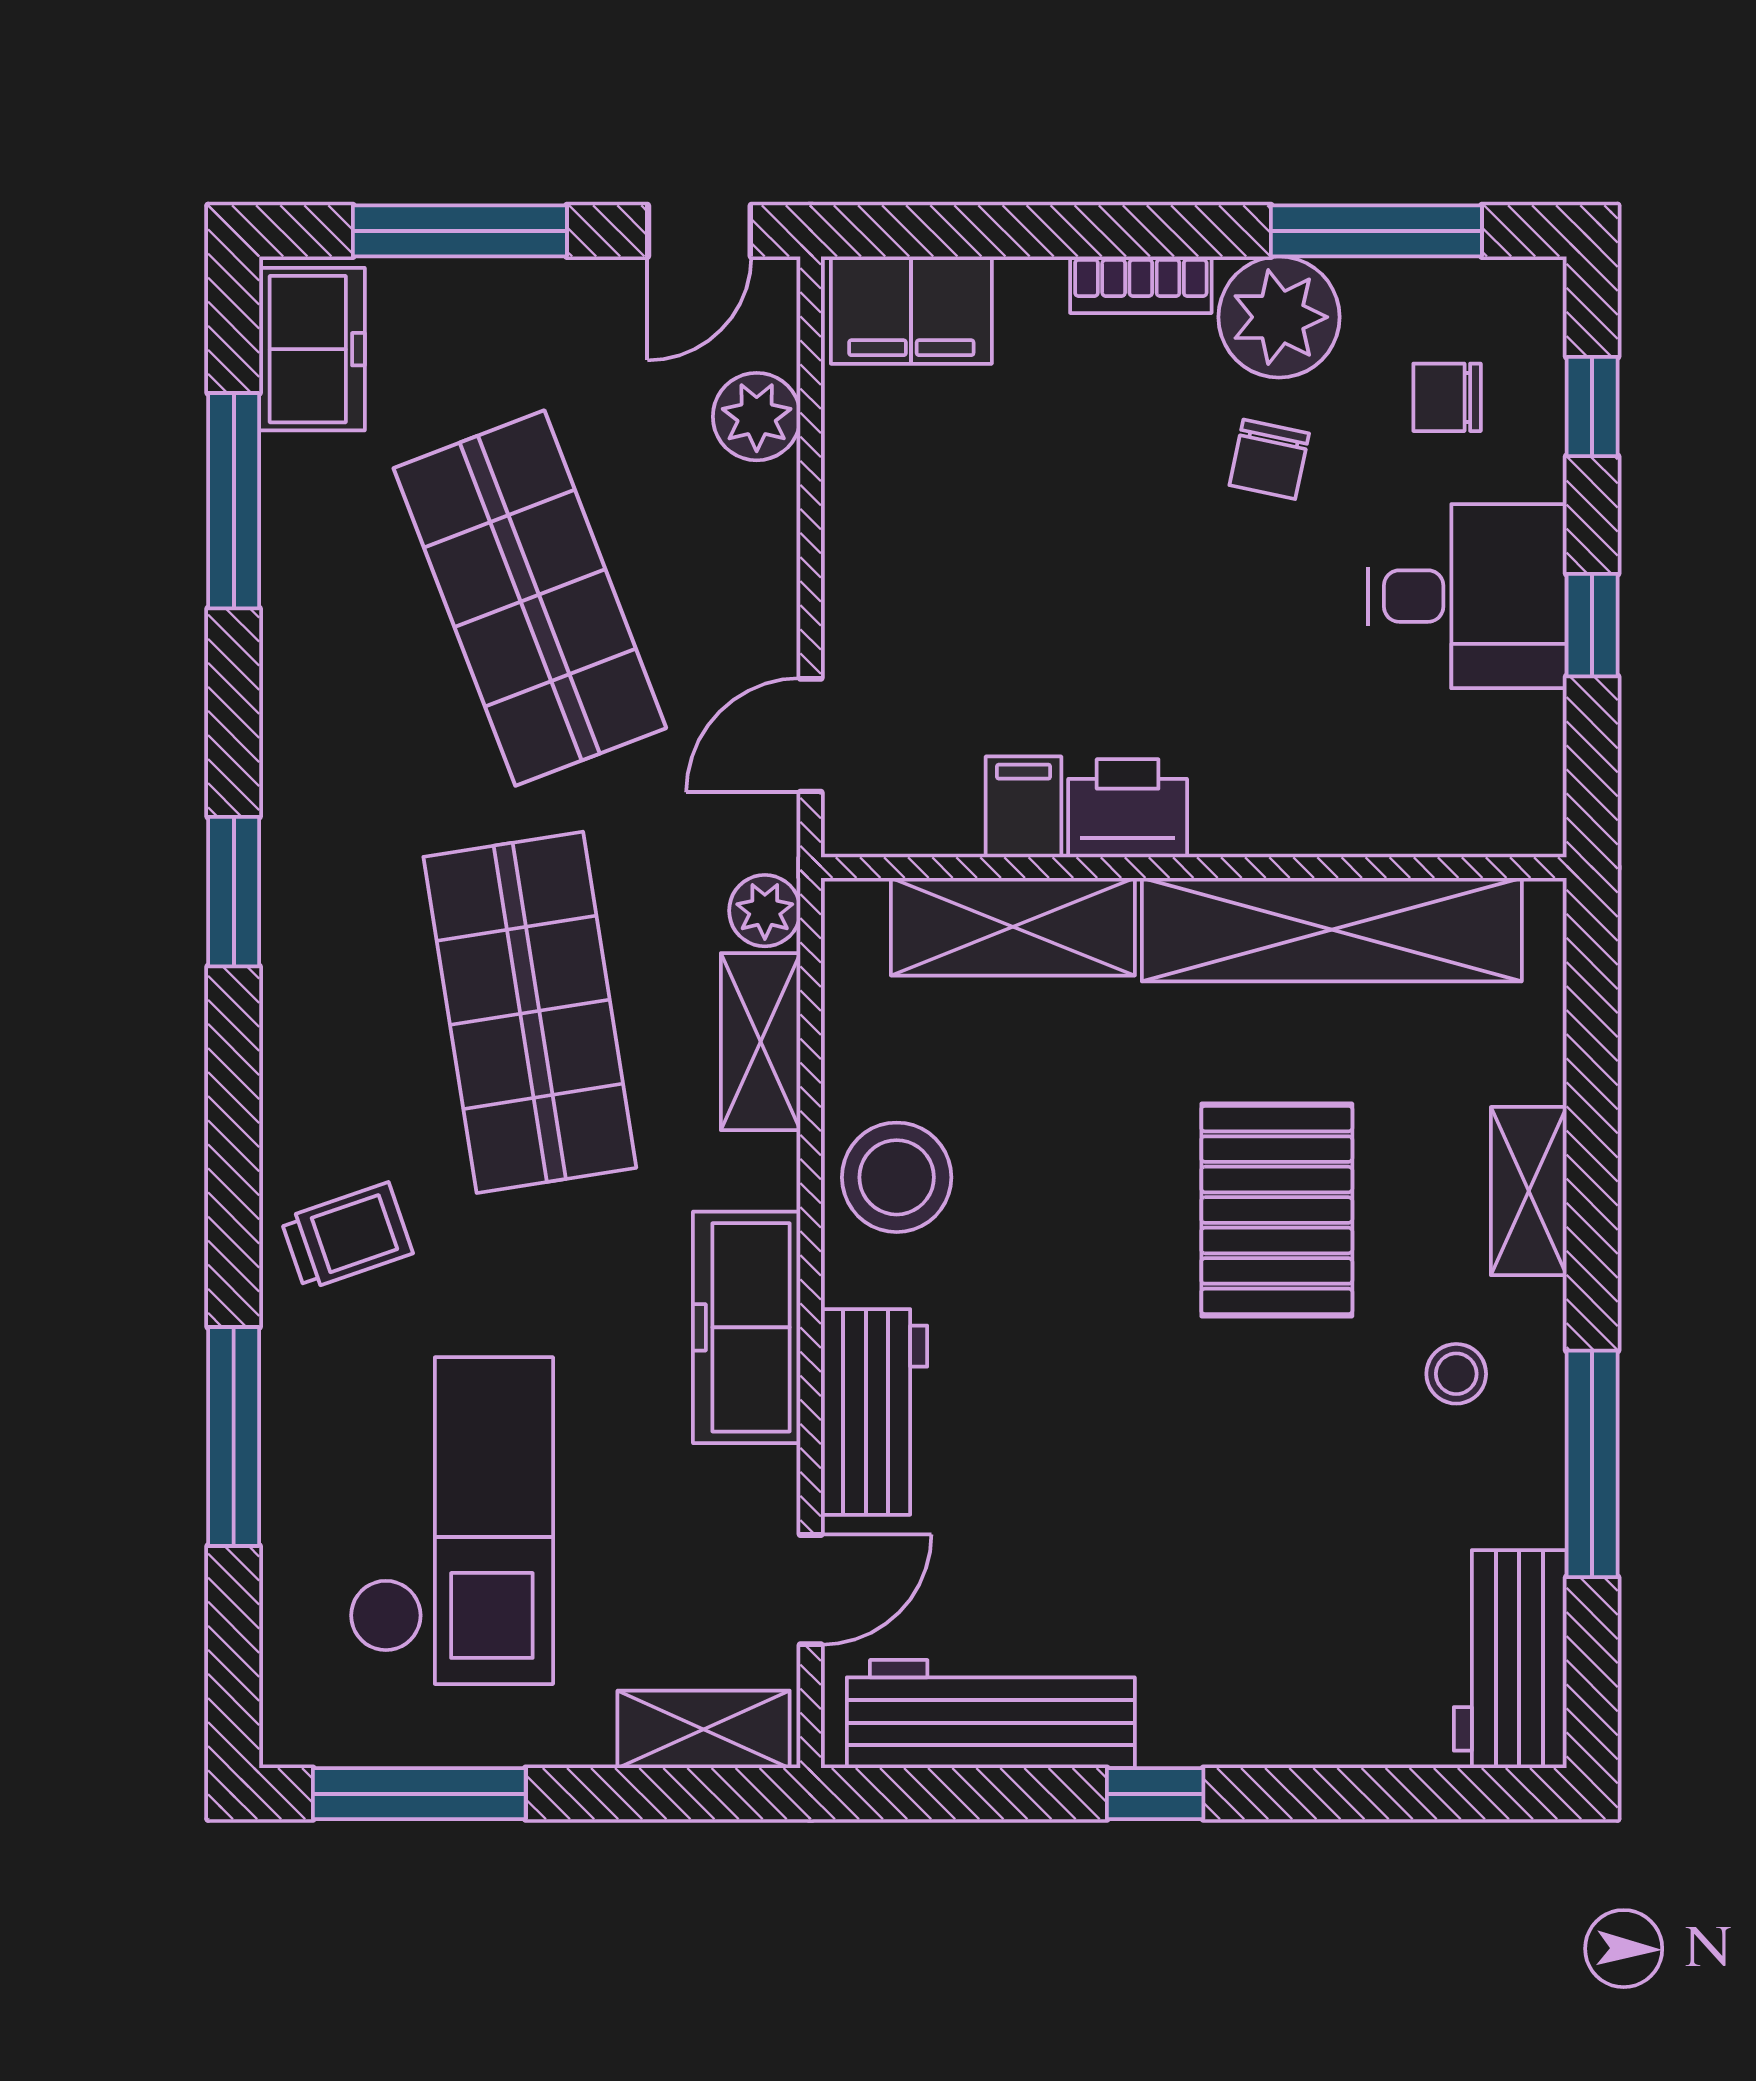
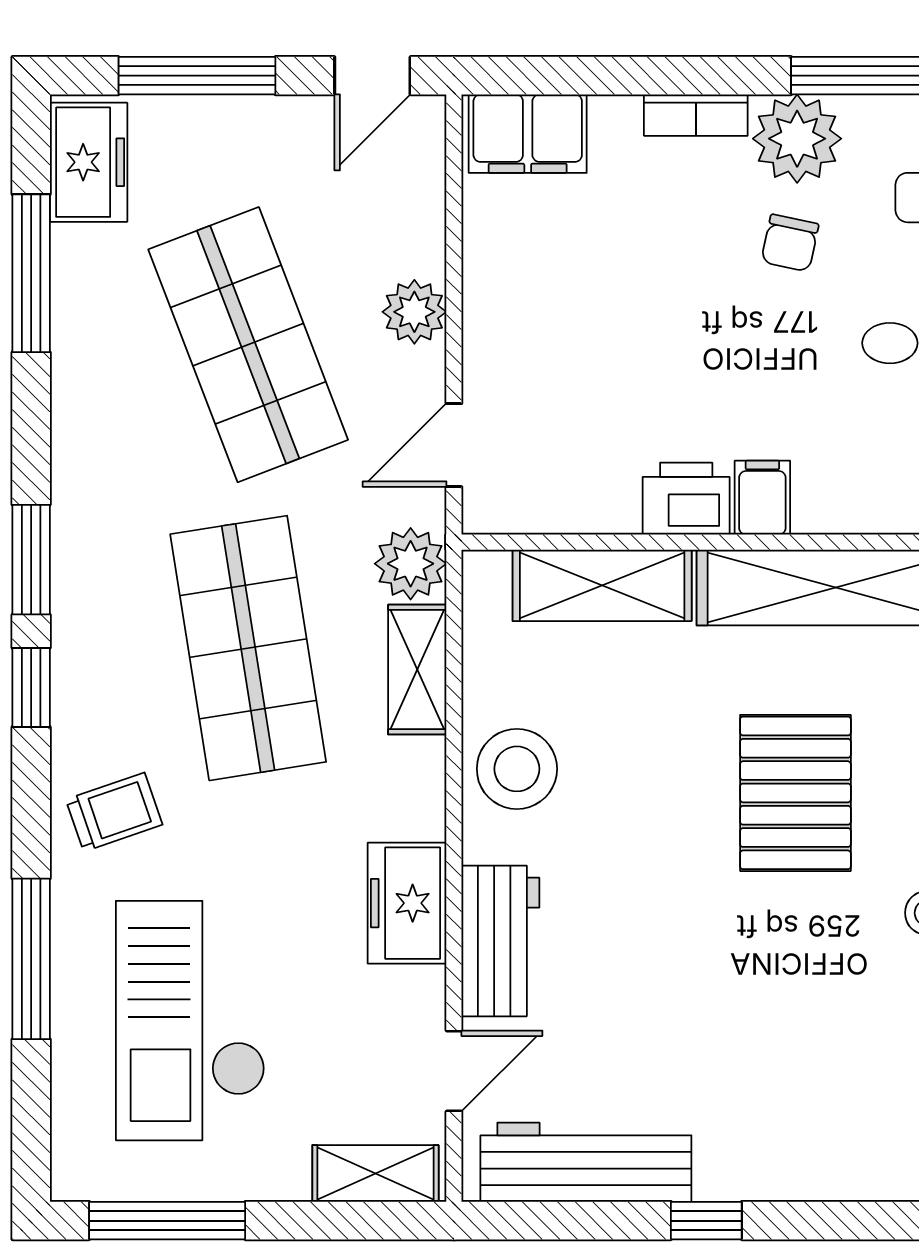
plant: (757, 417) -> (414, 312), moved
filing cabinet: (1024, 807) -> (762, 498), moved
plant: (765, 911) -> (411, 564), width x1.38, depth x1.38
window: (234, 1066) -> (31, 687), added
freezer: (747, 1327) -> (407, 903), width x0.71
checkout: (451, 1521) -> (190, 1021), turned 180

